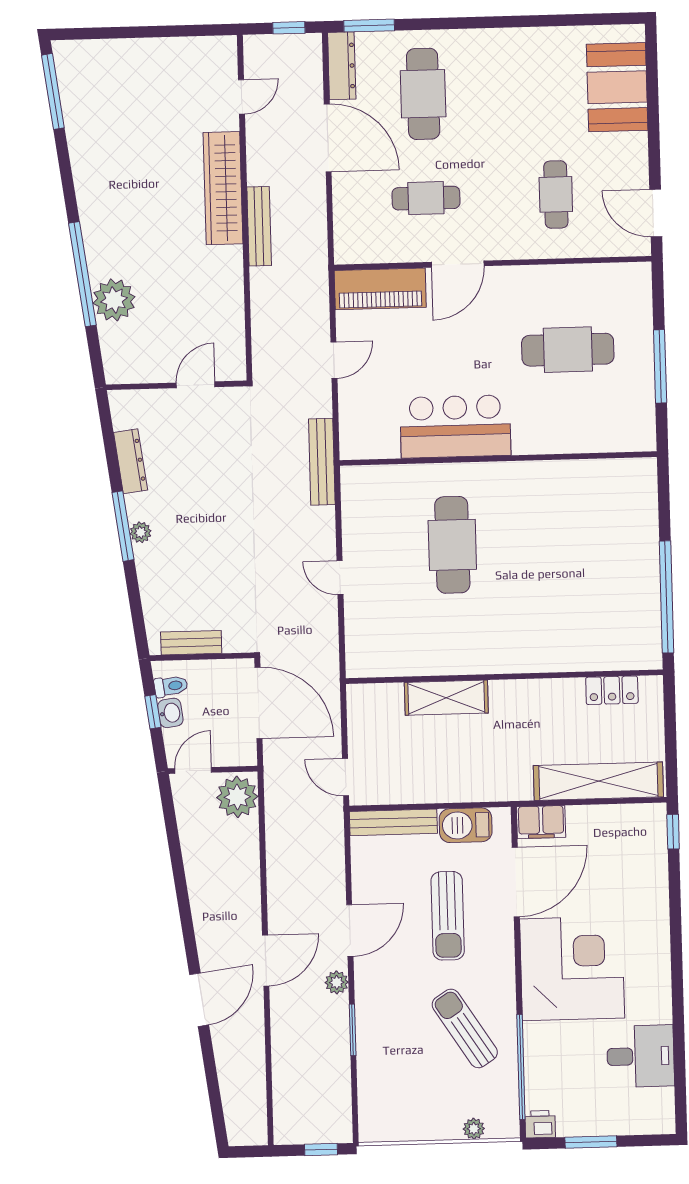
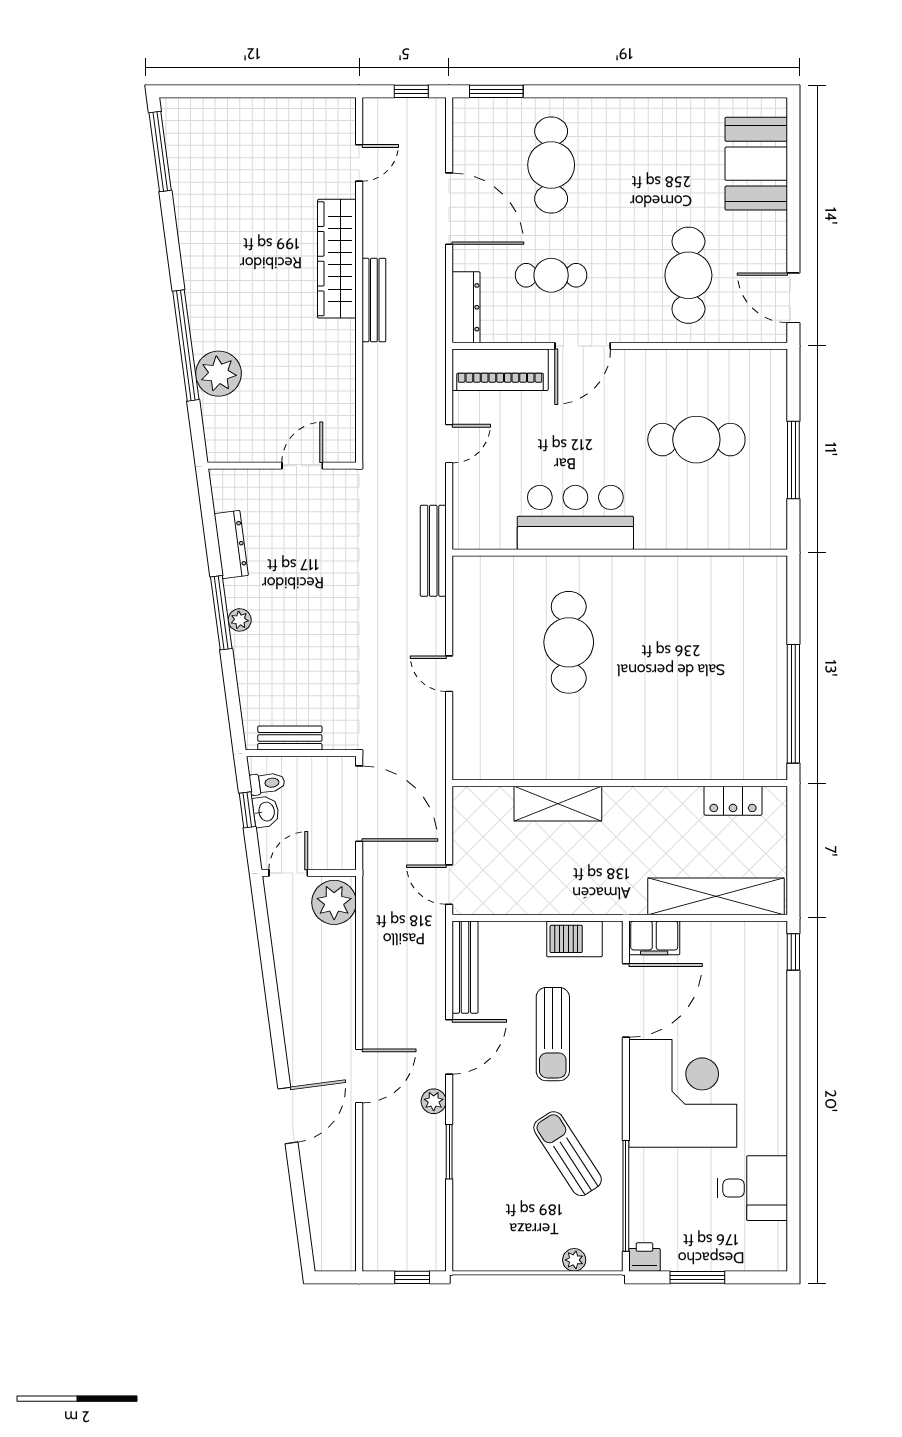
dresser: (342, 66) -> (466, 307), moved
cafe table: (556, 194) -> (688, 275), width x1.37, depth x1.35
bench: (393, 822) -> (465, 967), moved, turned 90

